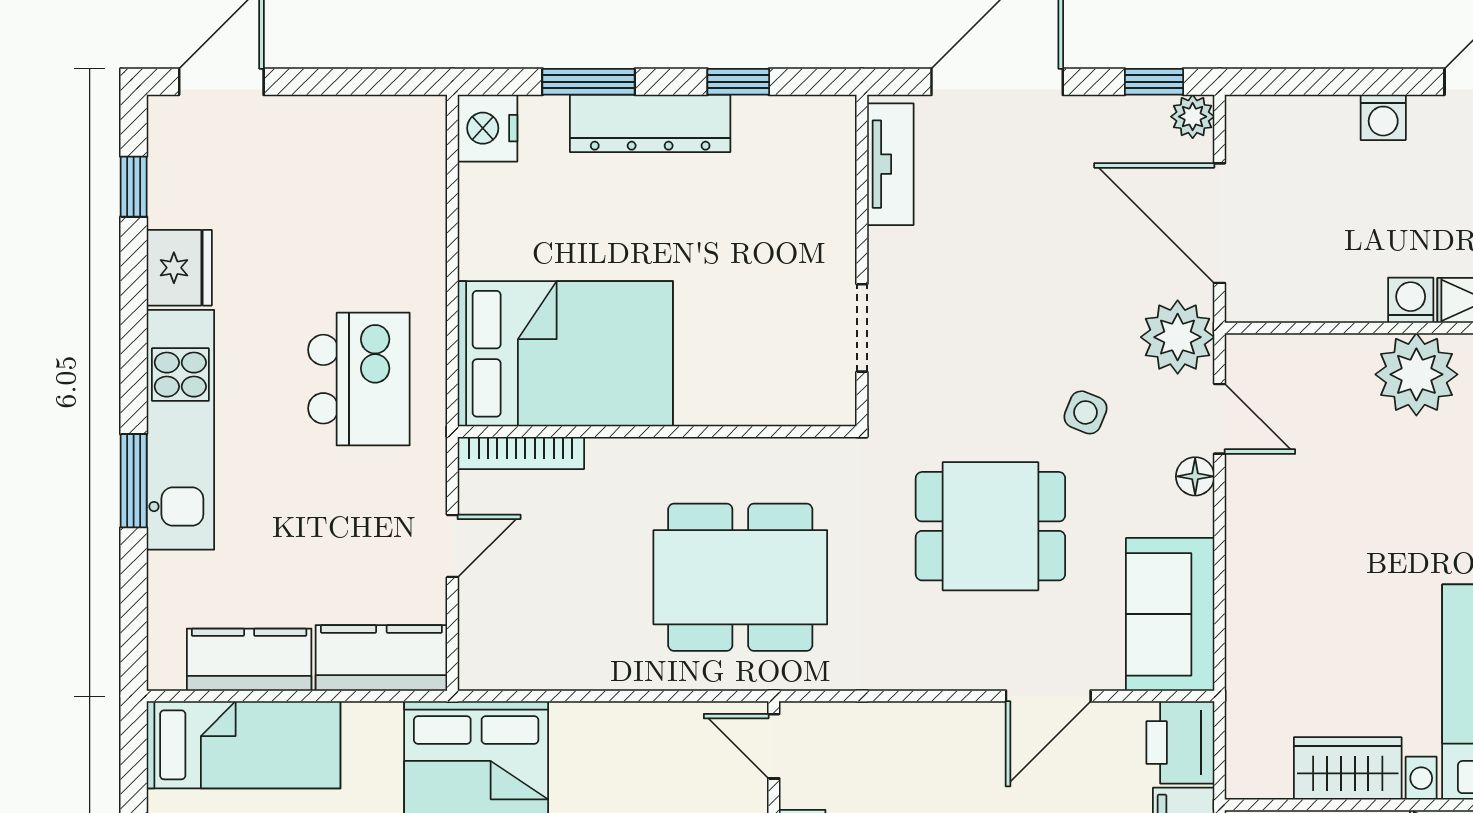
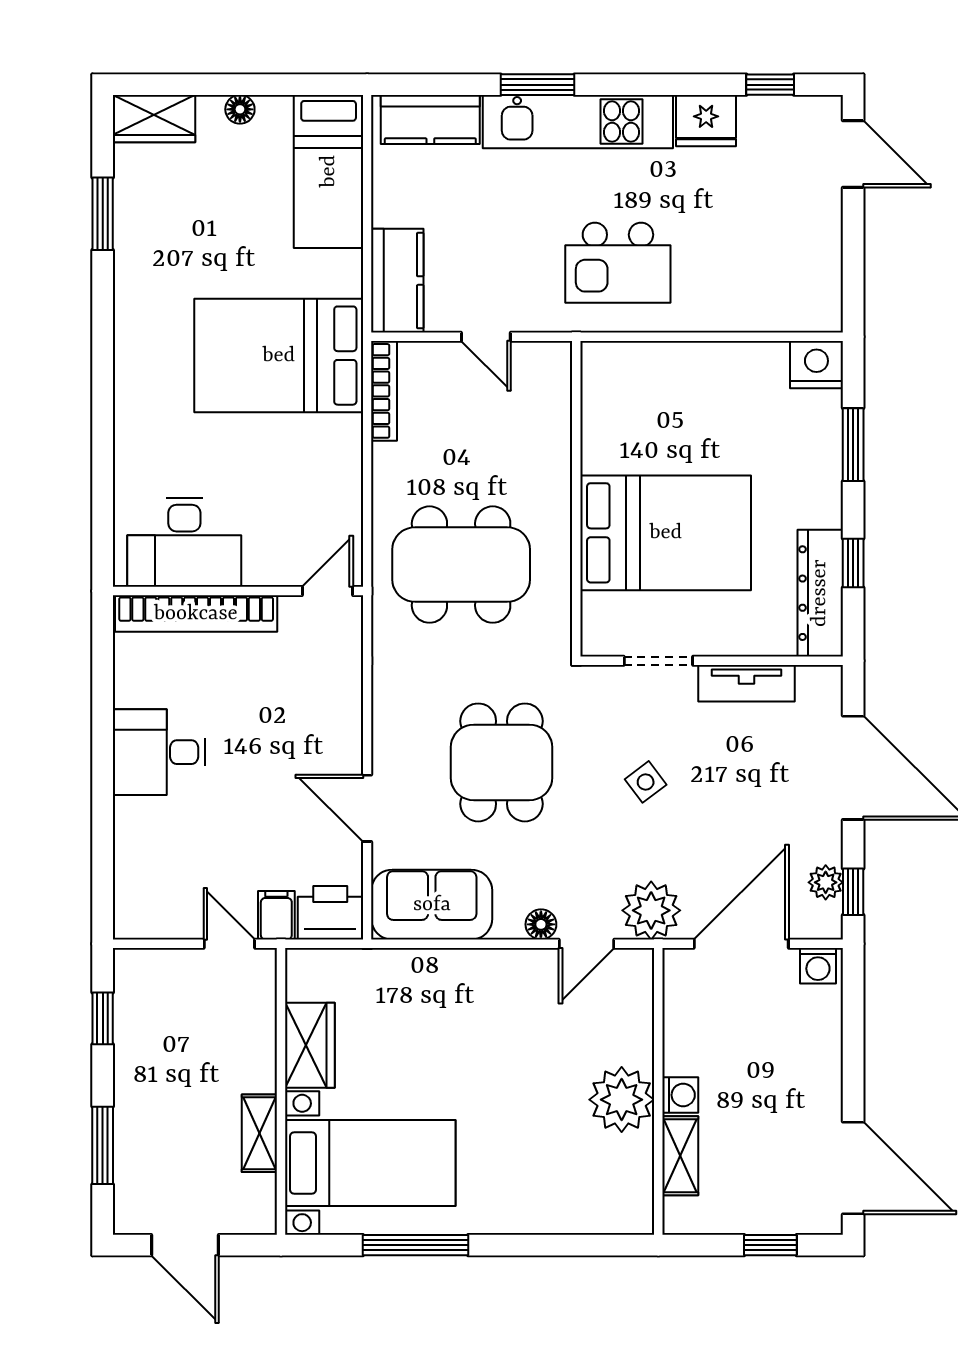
plant: (1193, 117) -> (826, 882), moved
washing machine: (1383, 117) -> (818, 966), moved, turned -90
dresser: (650, 123) -> (820, 593), moved
tv unit: (890, 164) -> (746, 683), moved
bed: (565, 354) -> (666, 533), moved, turned -90
side table: (1085, 412) -> (646, 782), moved, turned 31
bookcase: (521, 453) -> (384, 391), moved, turned 180
dining table: (740, 577) -> (461, 565), turned 90
kitchen counter: (249, 660) -> (430, 119), moved, turned 90

